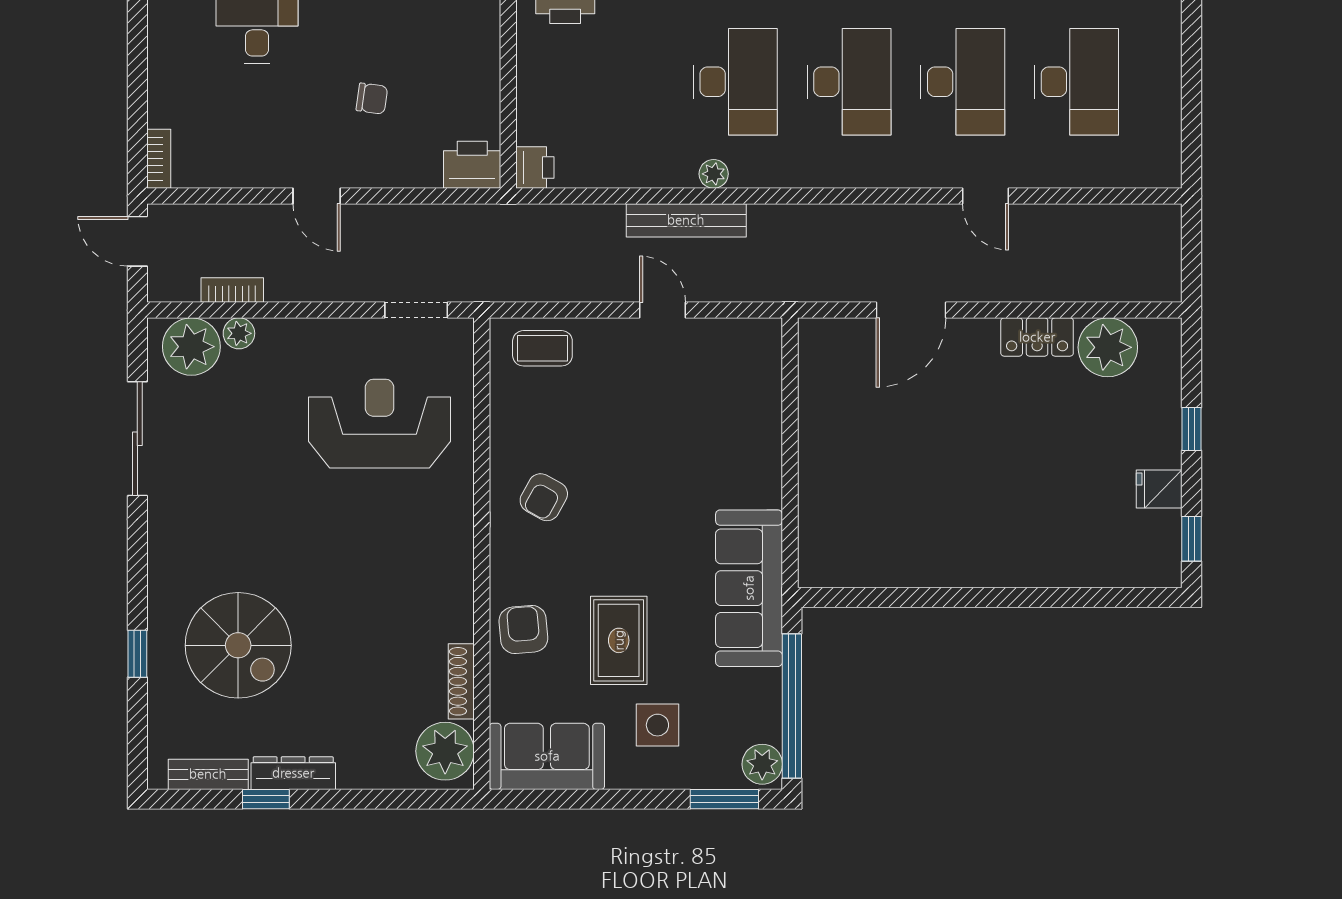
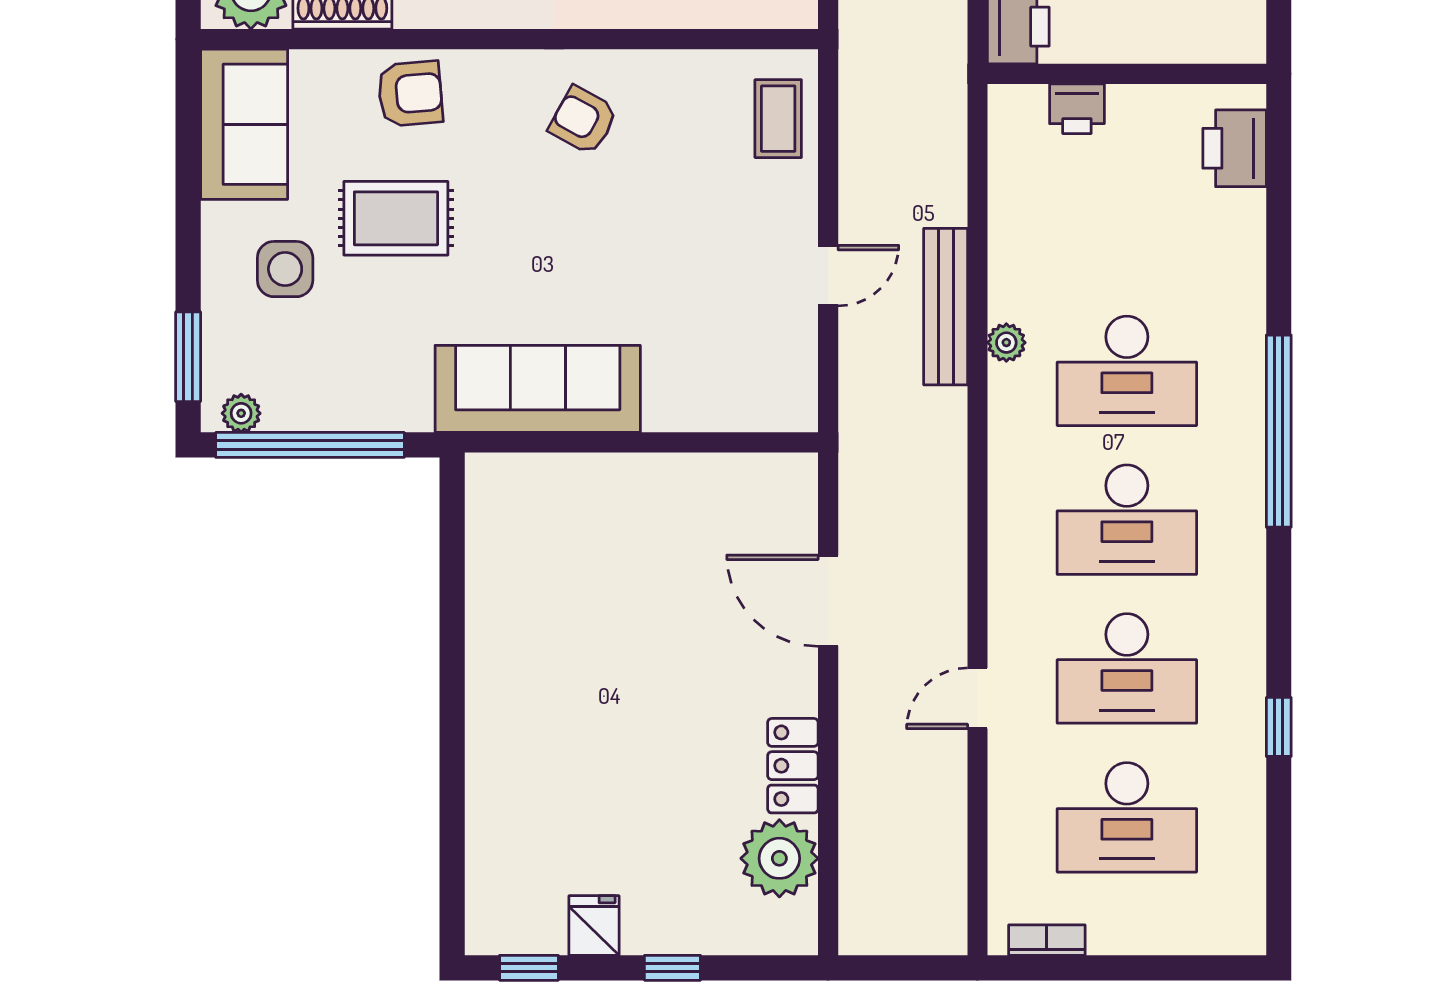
bookcase: (1170, 143) -> (1047, 940), added
printer: (535, 167) -> (1077, 109), moved
sofa: (749, 588) -> (538, 389), moved
plant: (762, 764) -> (241, 413), width x0.73, depth x0.73

